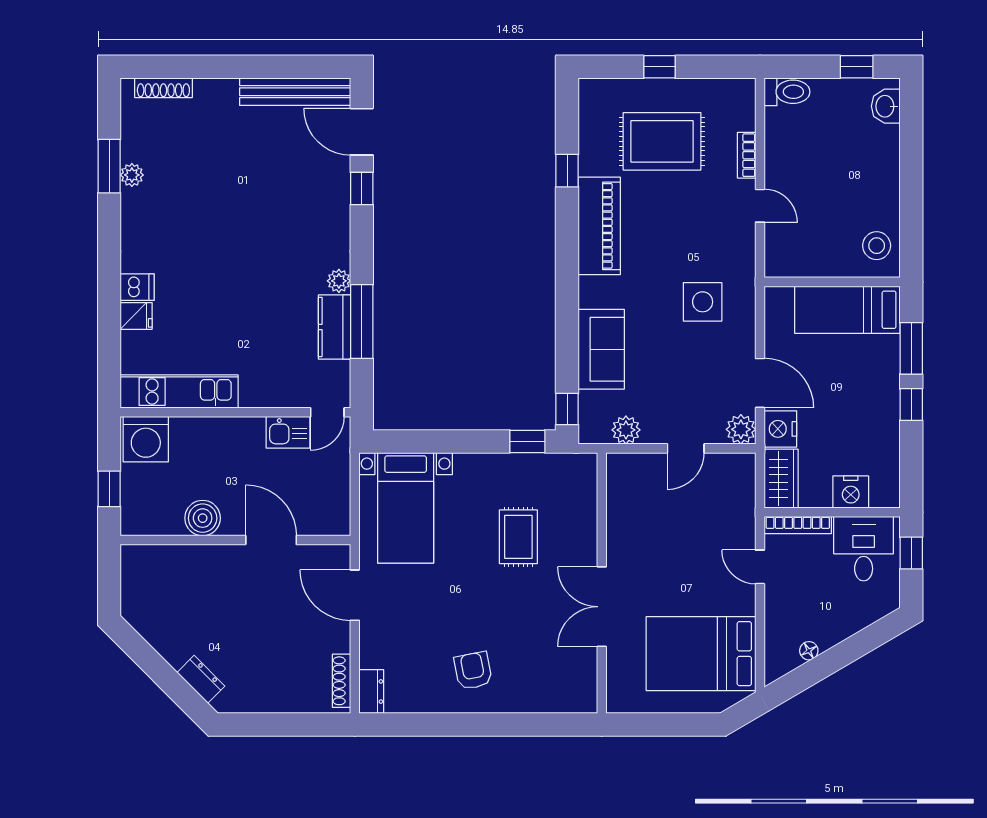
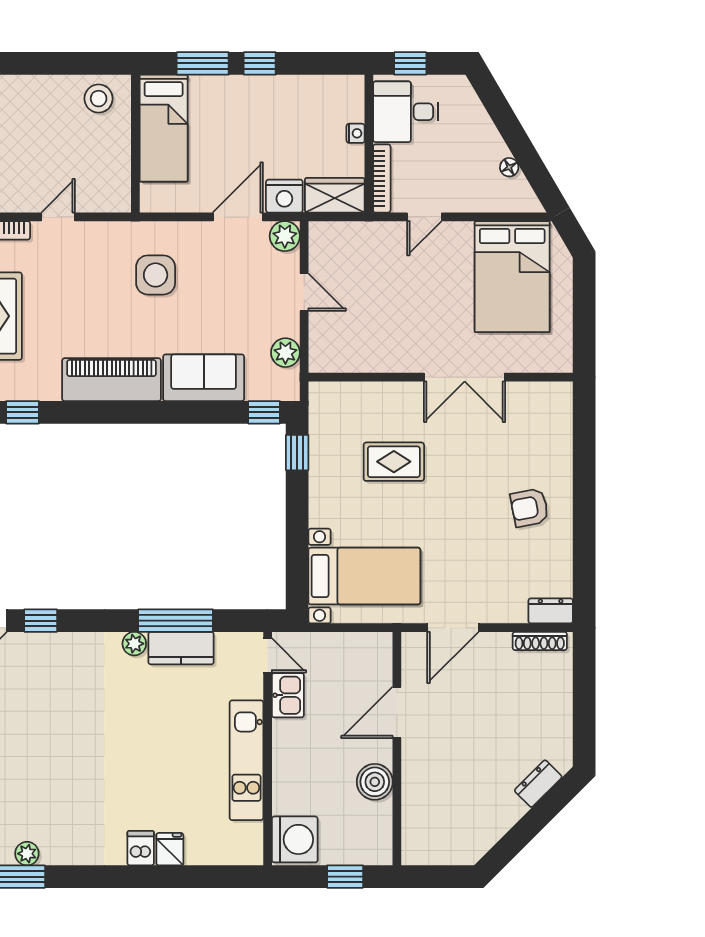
piano: (599, 226) -> (112, 380), moved
kitchen unit: (179, 392) -> (246, 760), moved
nightstand: (851, 492) -> (356, 133), width x0.53, depth x0.56

